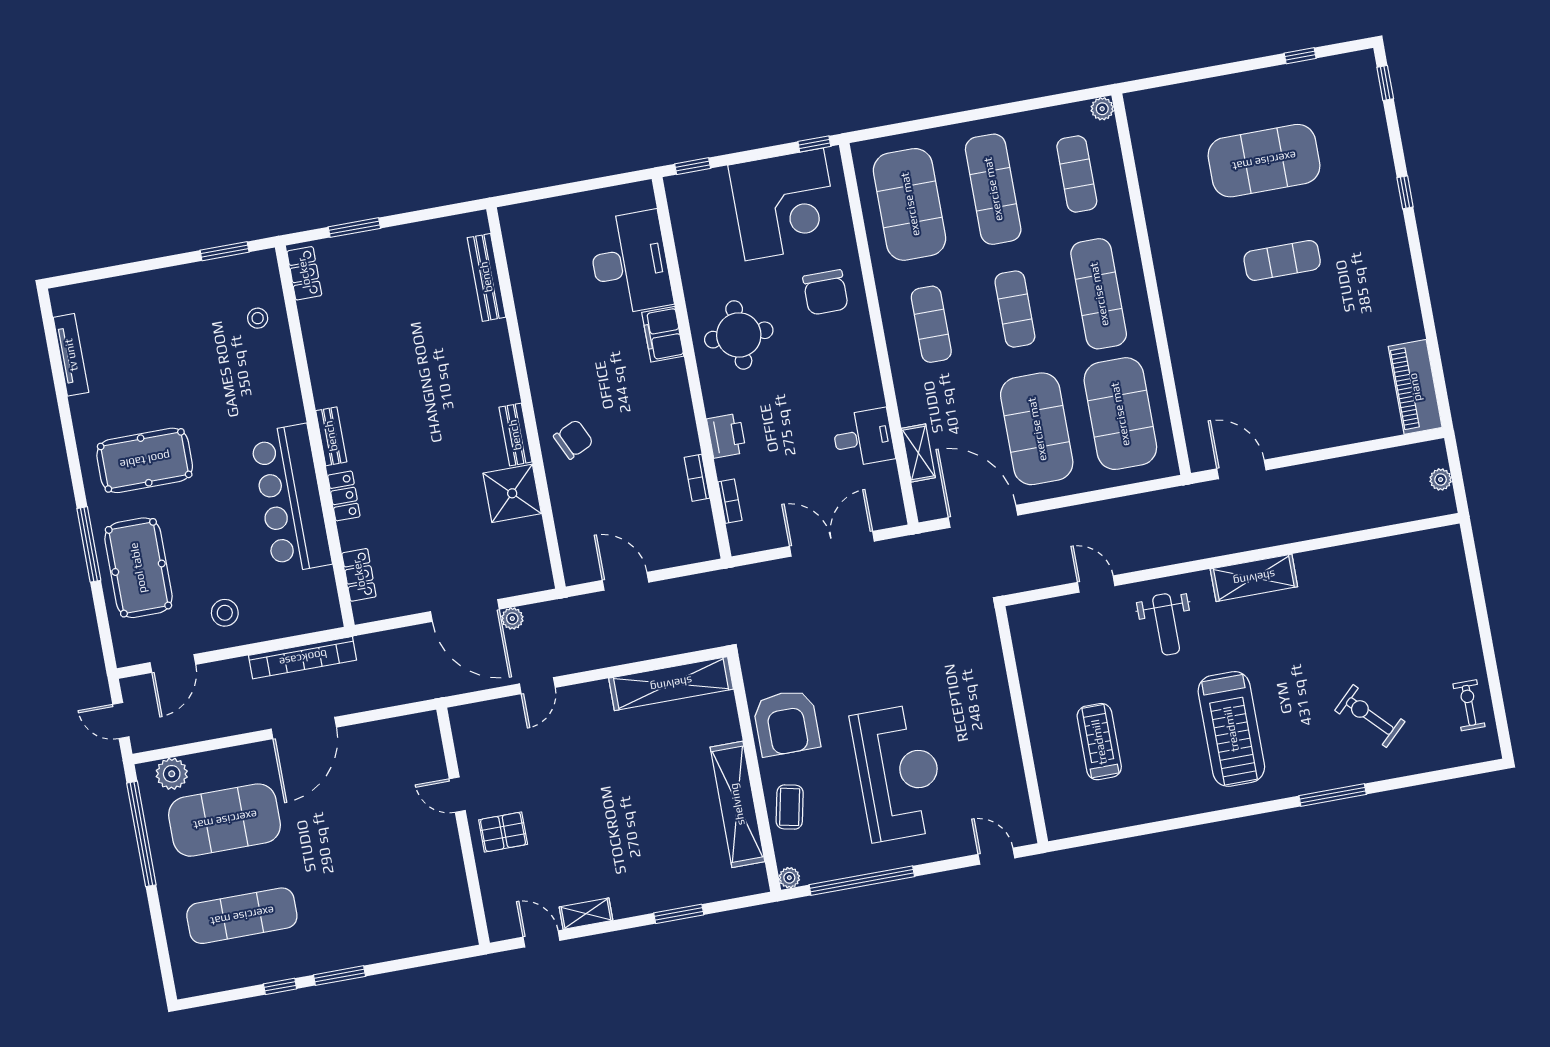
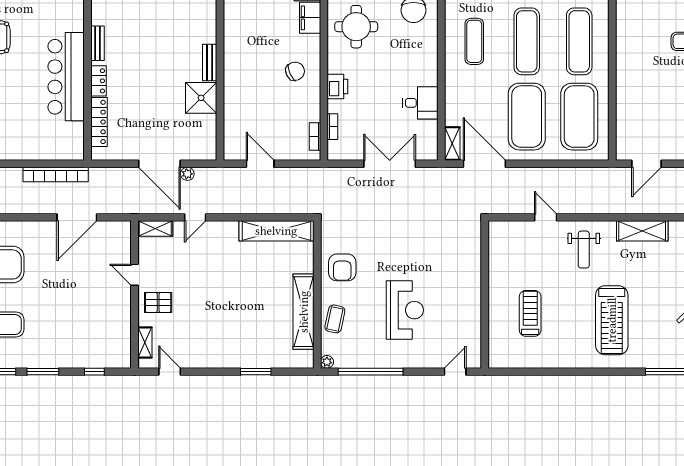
exercise mat: (1015, 309) -> (527, 41), width x1.36, depth x1.45
chair: (573, 439) -> (295, 71), moved
shelving: (918, 453) -> (452, 144), moved
door: (1241, 469) -> (647, 164), swing flipped
bookcase: (697, 478) -> (315, 136), moved
locker: (359, 575) -> (99, 122), width x1.53
stool: (225, 613) -> (13, 139), removed
shelving: (477, 715) -> (155, 229), added
armchair: (786, 723) -> (342, 267), width x0.73, depth x0.73
door: (304, 728) -> (77, 217), moved
reception desk: (899, 773) -> (405, 310), width x0.74, depth x0.77
door: (996, 856) -> (455, 372), hinge flipped
shelving: (586, 914) -> (145, 343), moved, turned 90
window: (421, 961) -> (94, 372), added

